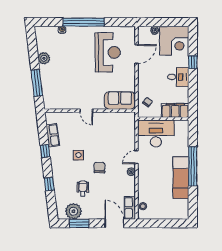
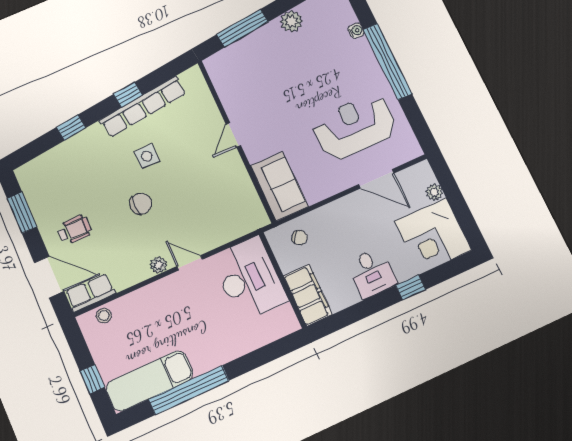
reception desk: (108, 52) -> (355, 127), turned 180
row of seats: (53, 135) -> (143, 107), width x2.02
window: (193, 166) -> (189, 390), moved
exam couch: (181, 178) -> (149, 381), moved
wheelchair: (83, 189) -> (74, 230), moved
plant: (73, 211) -> (40, 193), removed
door: (114, 223) -> (49, 277), hinge flipped
window: (169, 223) -> (92, 379), added

